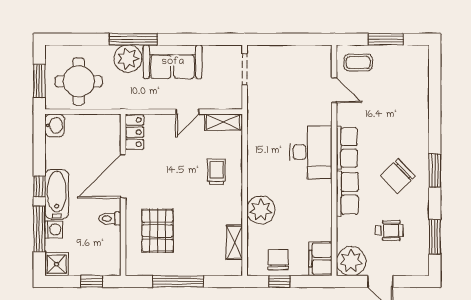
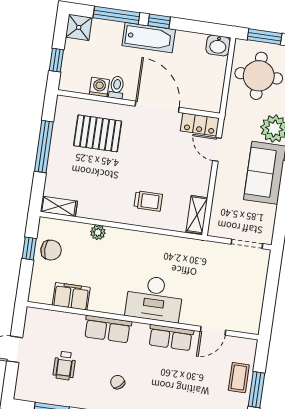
coffee table: (358, 63) -> (239, 378), moved
door: (187, 112) -> (217, 150), moved
row of seats: (347, 147) -> (171, 338), moved
chair: (398, 176) -> (118, 382), width x0.54, depth x0.54
plant: (261, 210) -> (98, 232), width x0.53, depth x0.53
washing machine: (54, 230) -> (99, 87), moved, turned 180
shelving: (234, 242) -> (59, 206), moved
filing cabinet: (321, 259) -> (71, 296), moved
plant: (351, 261) -> (39, 323), removed

